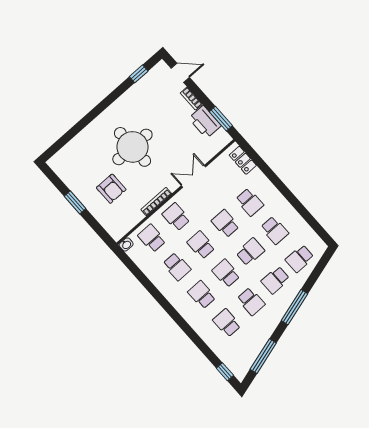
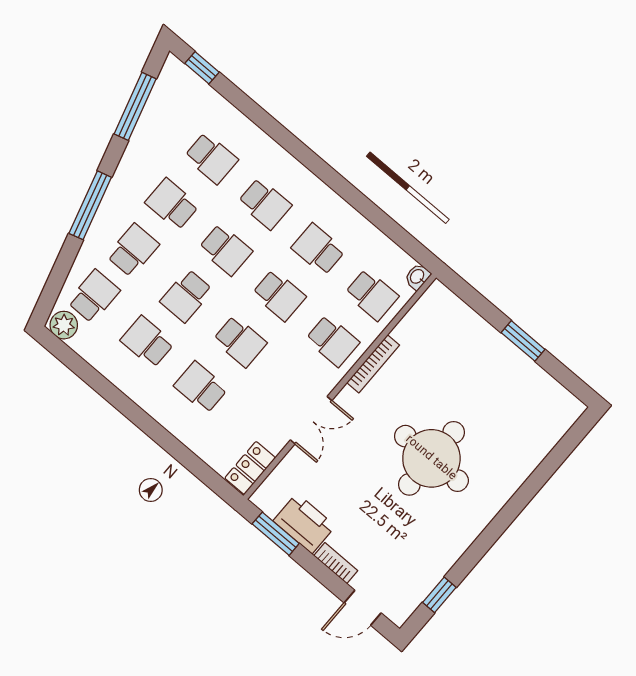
locker: (243, 160) -> (250, 468), moved, turned -90
armchair: (111, 189) -> (460, 376), removed
plant: (318, 245) -> (64, 325), added

